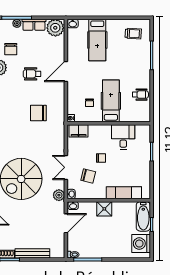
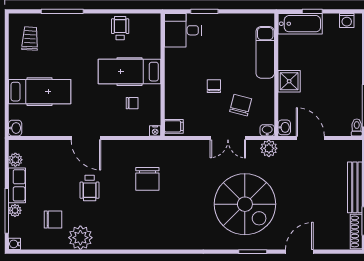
plant: (55, 28) -> (15, 160), width x0.53, depth x0.53
filing cabinet: (79, 131) -> (174, 126), width x0.50
desk: (123, 137) -> (183, 30), moved
washing machine: (141, 244) -> (347, 20), width x0.53, depth x0.53

